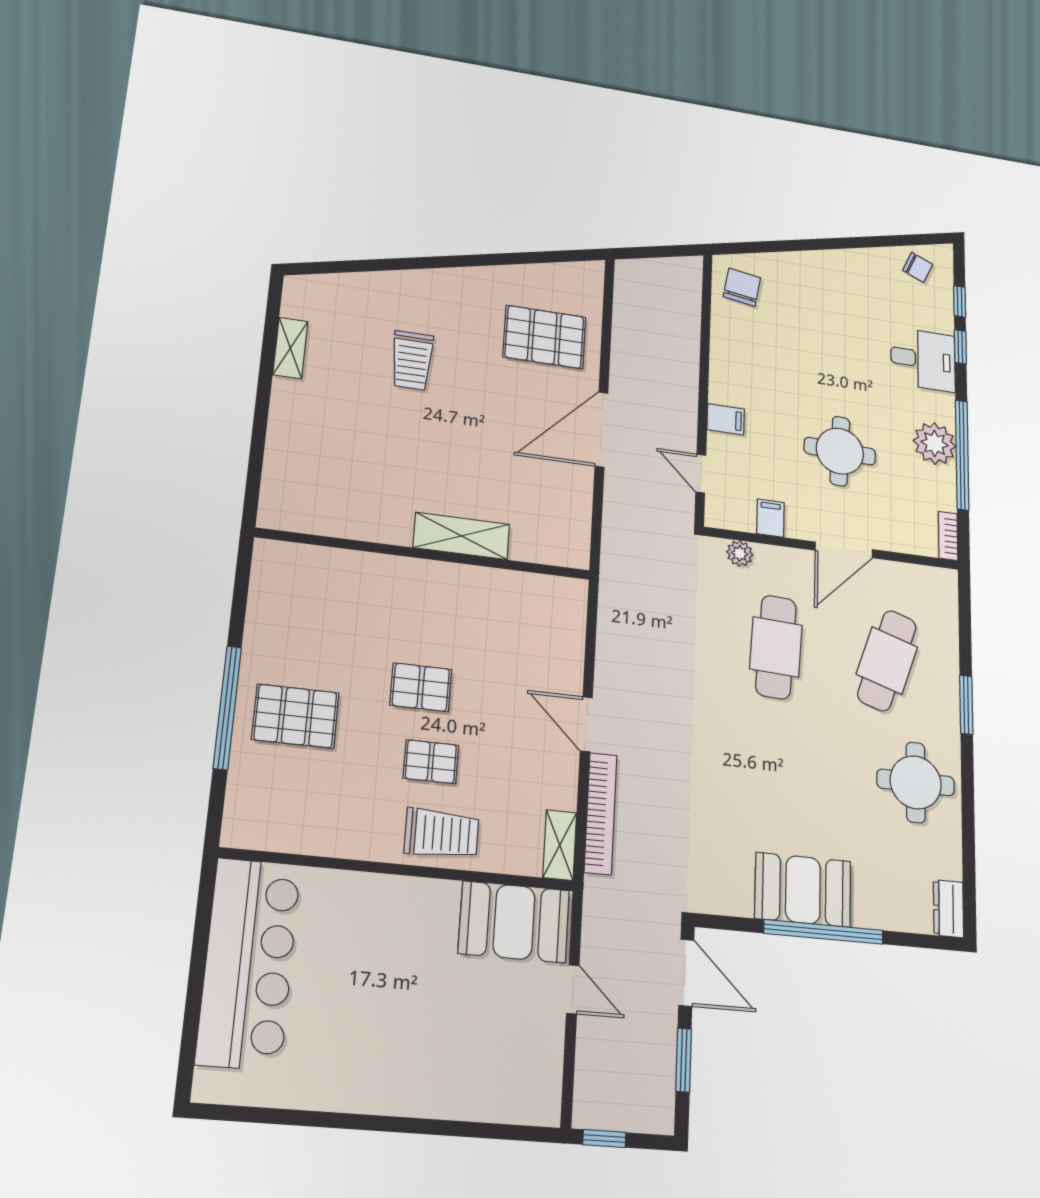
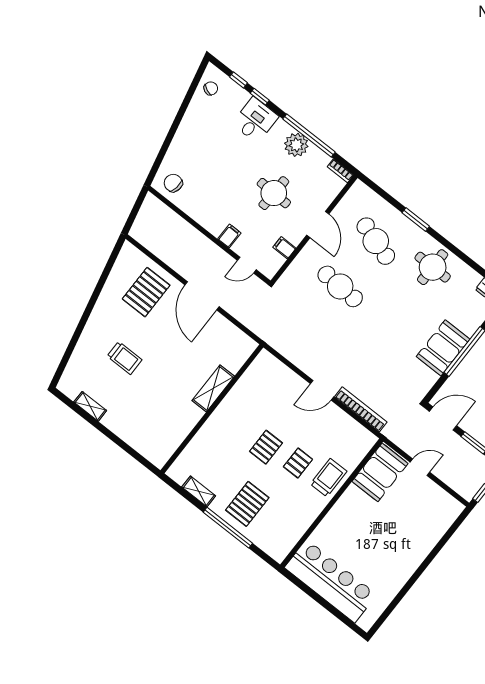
plant: (740, 553) -> (291, 273), removed
shelving: (560, 845) -> (199, 491), moved

